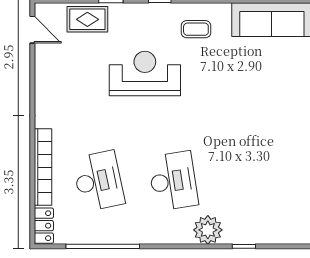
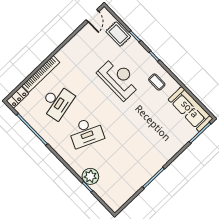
desk: (173, 181) -> (86, 132), turned 33
plant: (208, 230) -> (90, 176), moved

